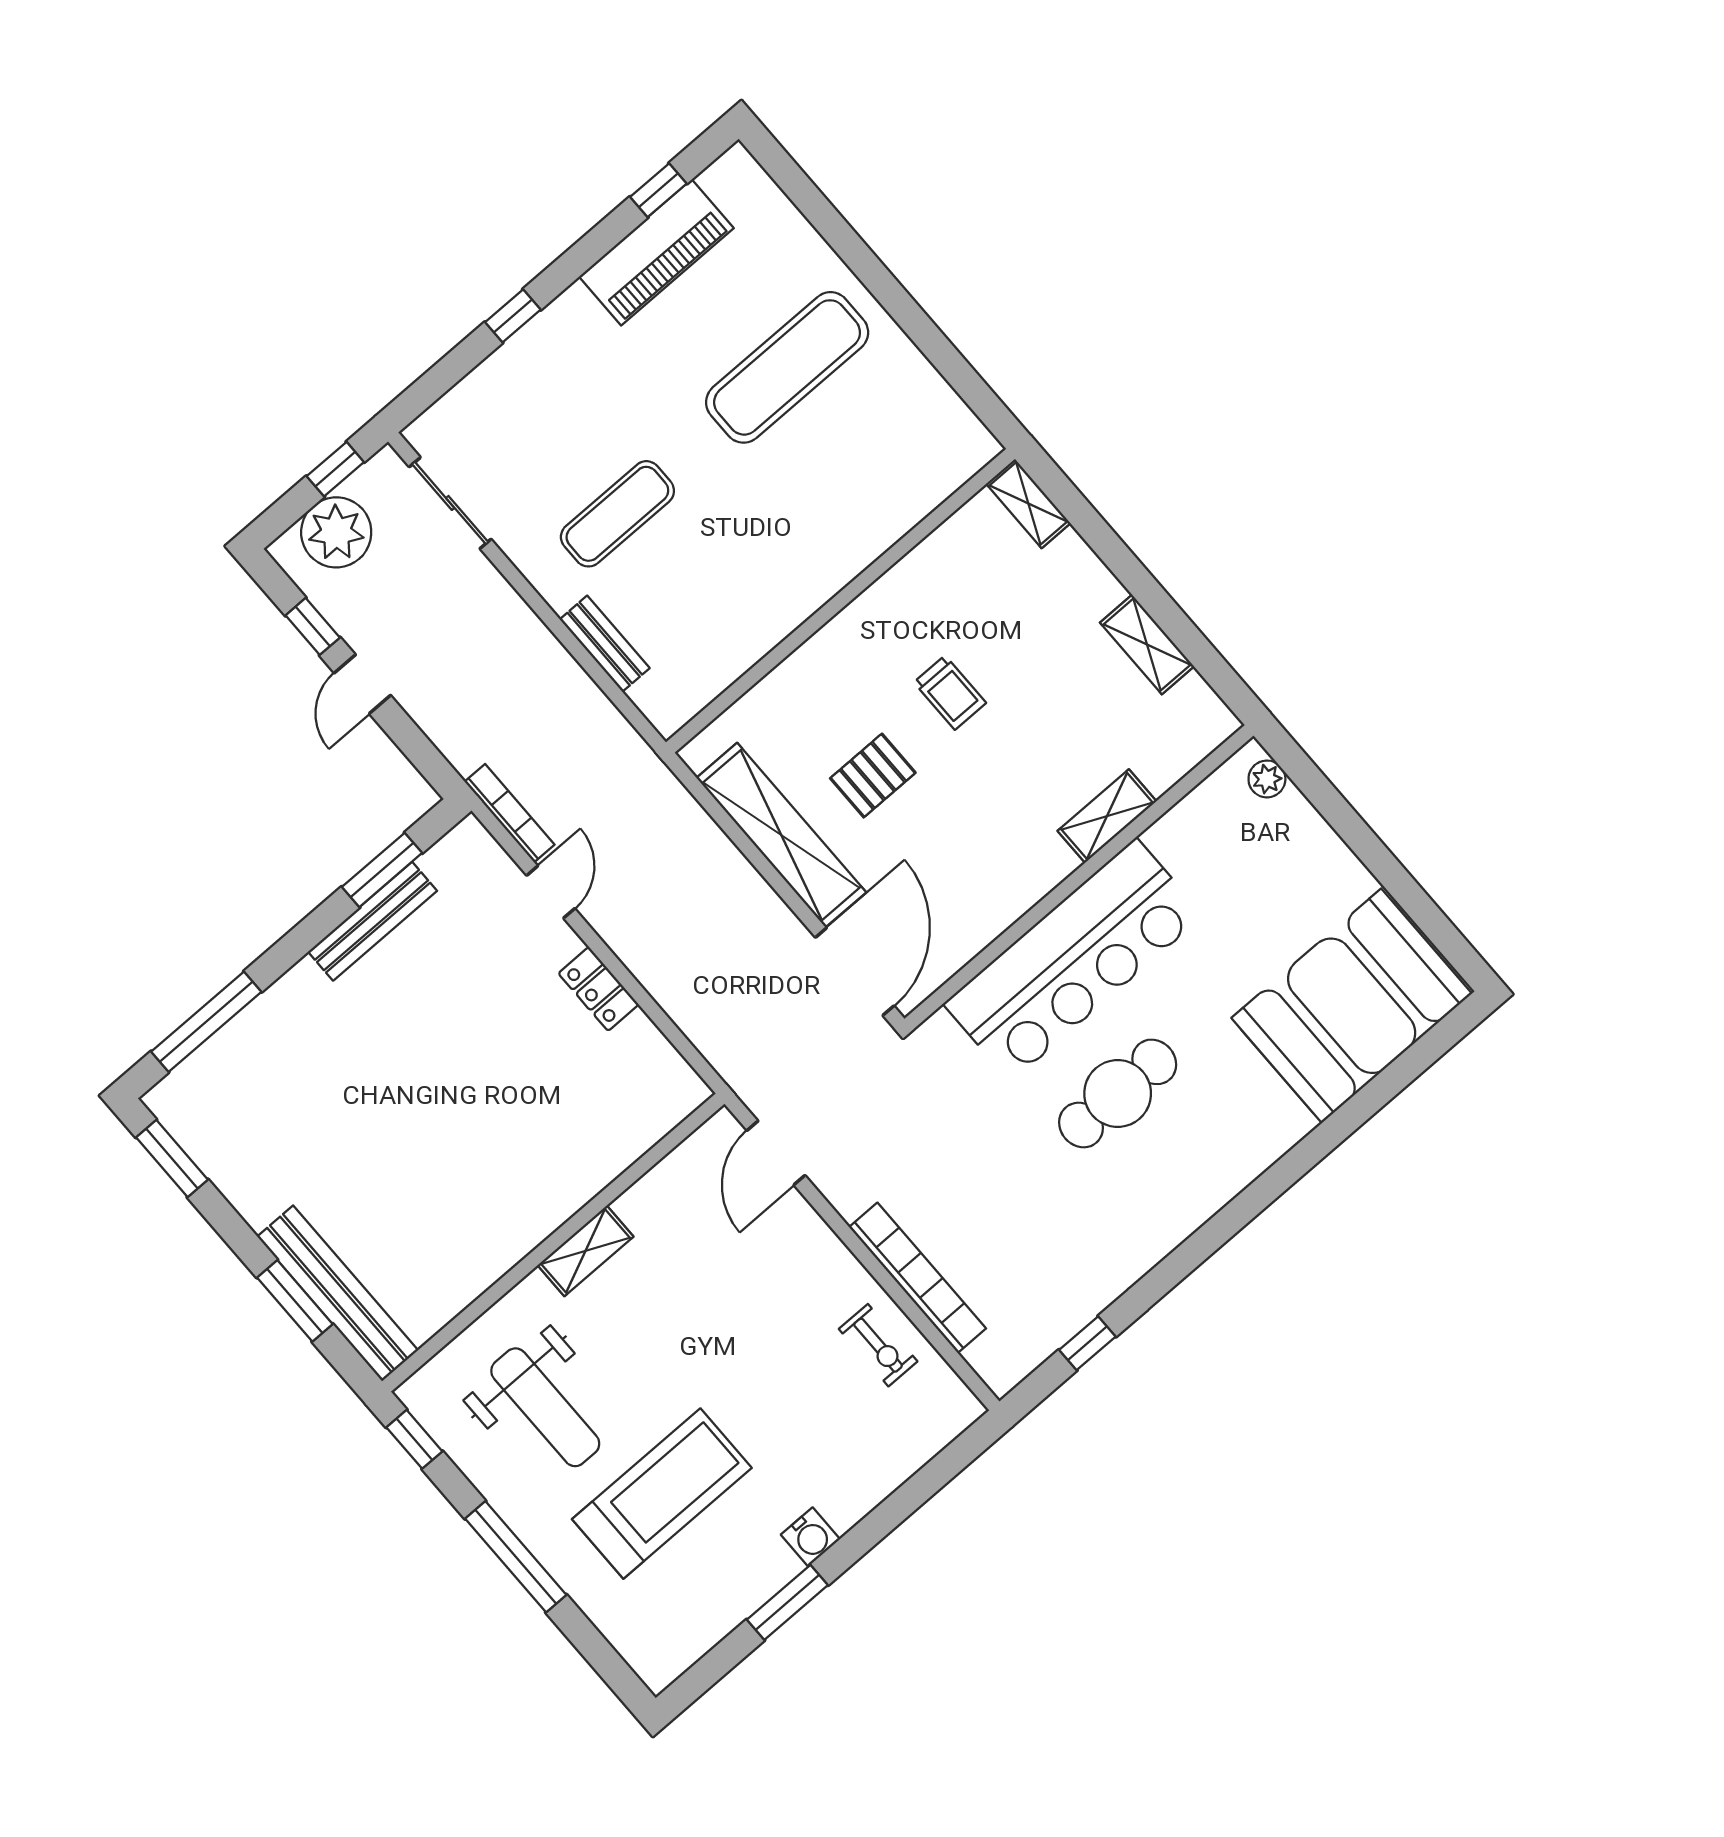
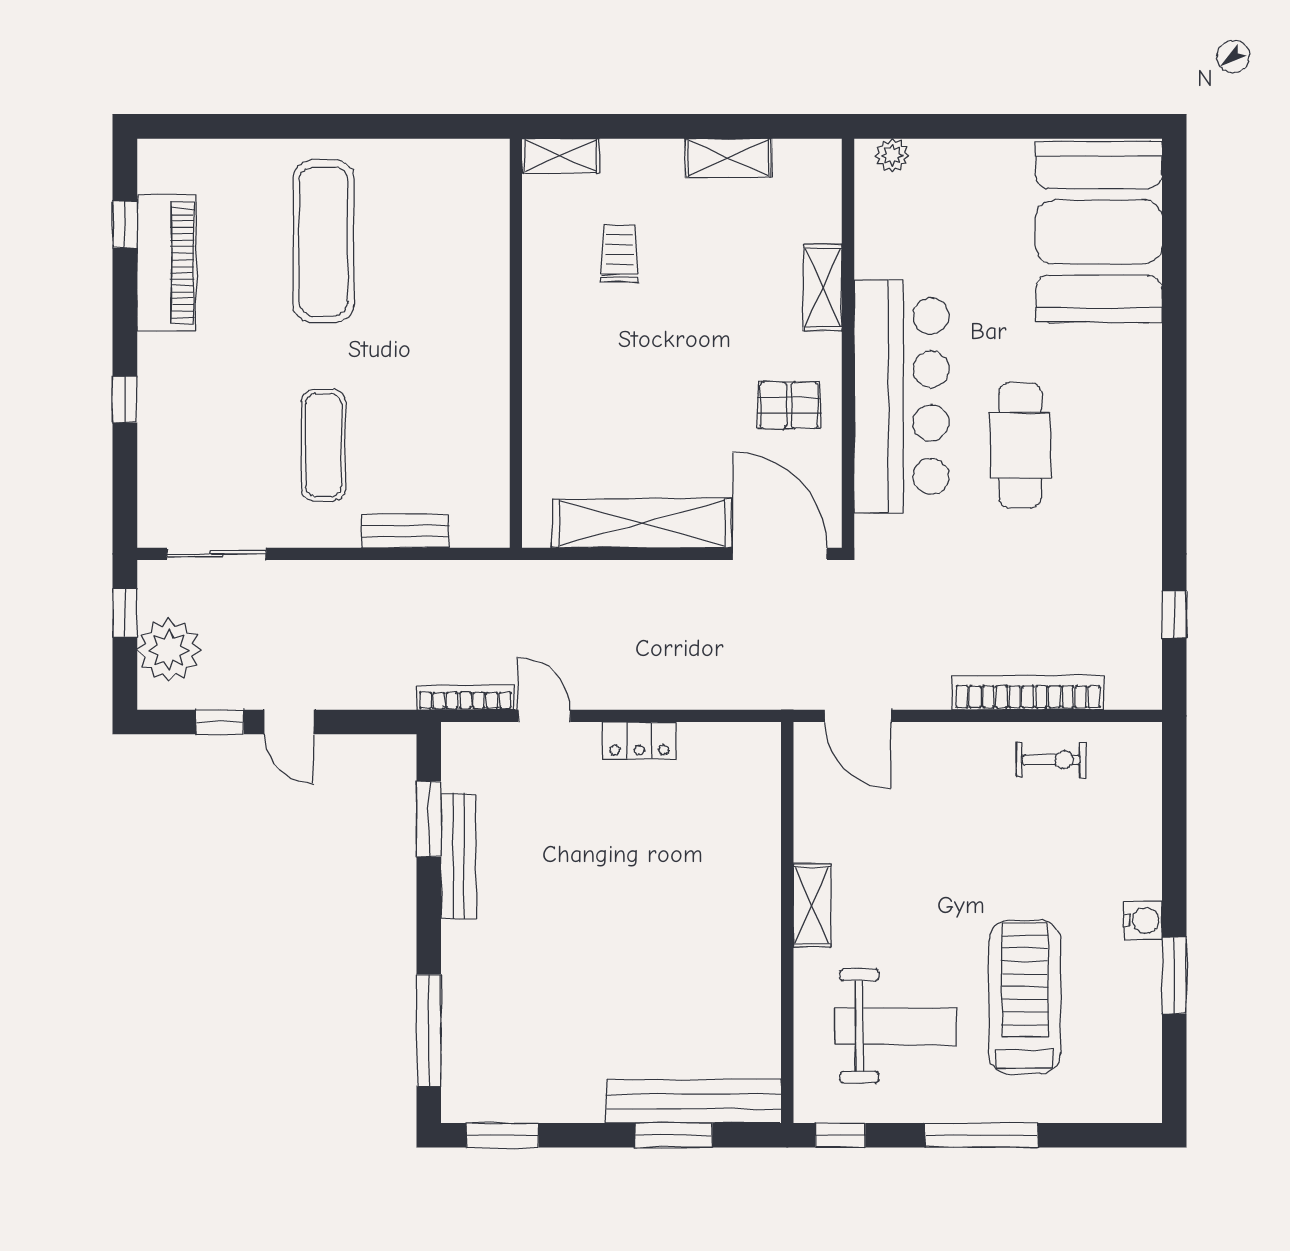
trolley: (950, 693) -> (619, 253), moved, turned -90
pallet: (873, 776) -> (789, 405), moved, turned 90

